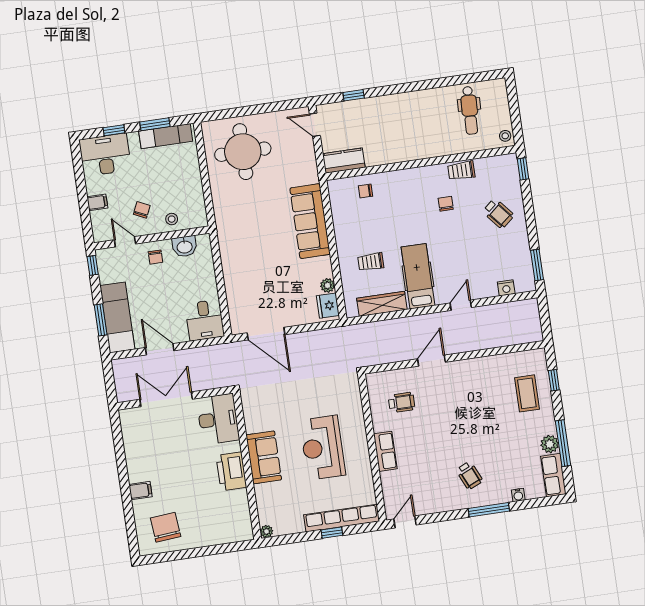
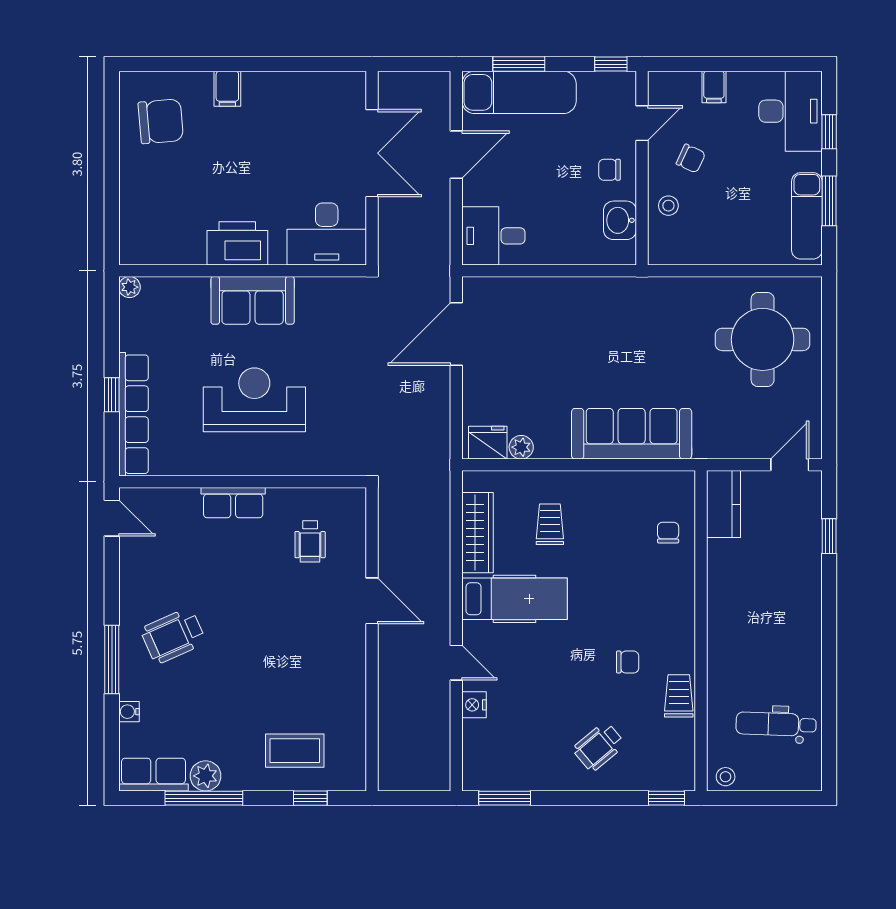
nightstand: (506, 288) -> (474, 705), moved
wheelchair: (469, 475) -> (173, 636), width x1.36, depth x1.37

